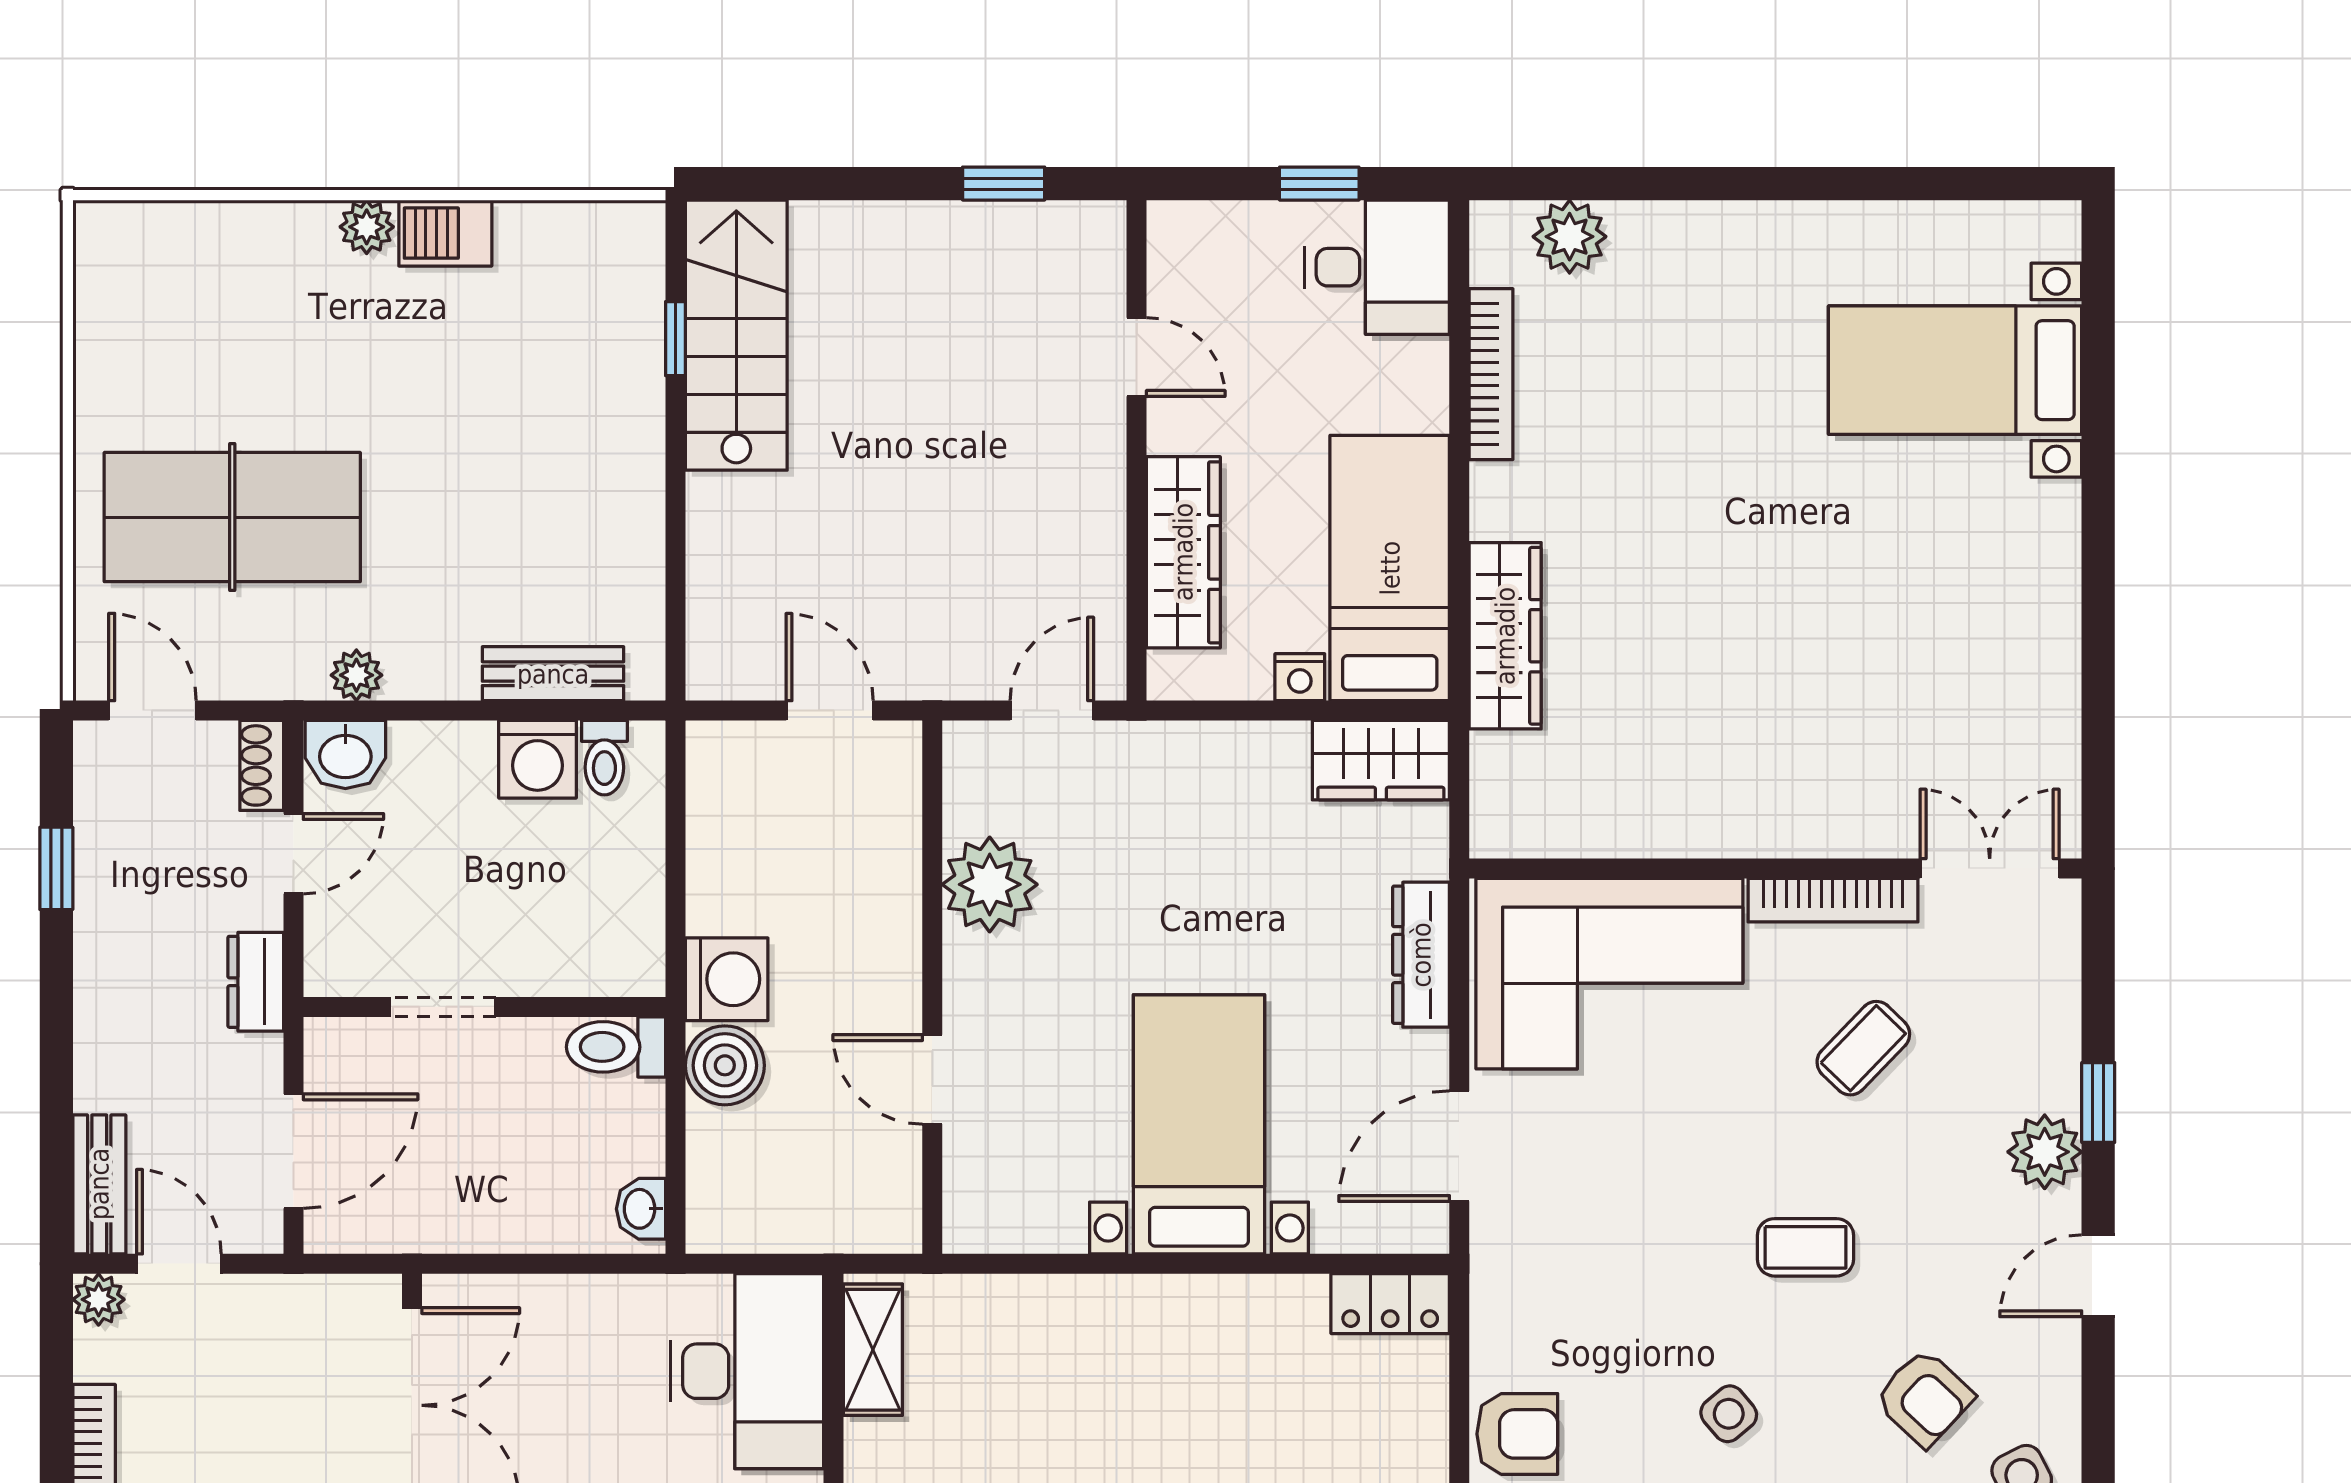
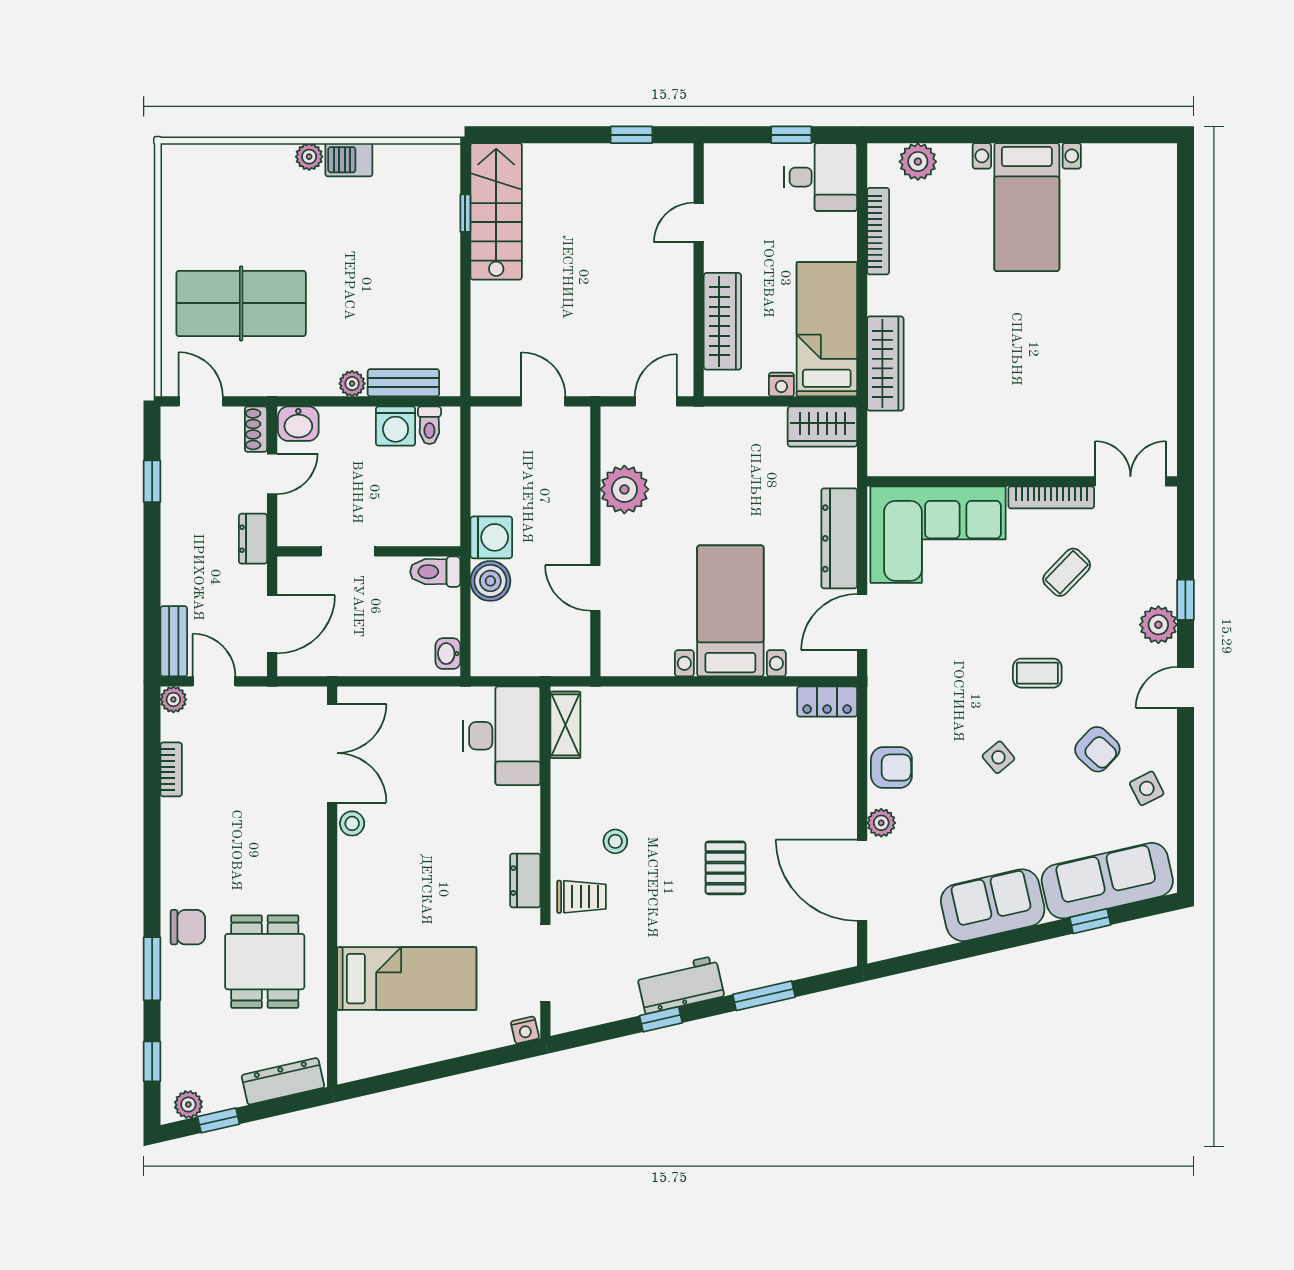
door: (1137, 357) -> (699, 222), swing flipped
bed with nightstands: (1955, 370) -> (1027, 207), moved, turned -90
plant: (356, 675) -> (352, 384), moved
dresser: (1421, 955) -> (839, 538), width x1.37, depth x1.24

